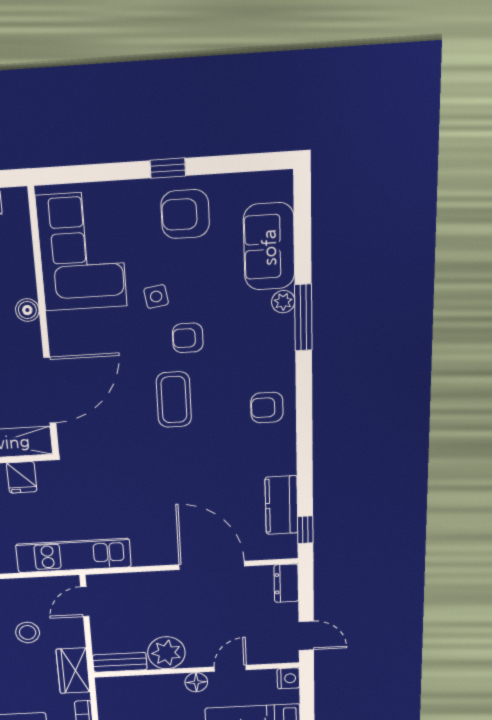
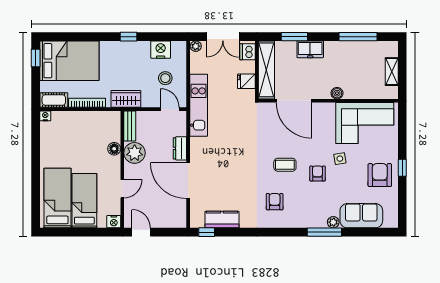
coffee table: (174, 400) -> (285, 165), width x0.73, depth x0.77
armchair: (267, 407) -> (275, 202), moved
door: (212, 565) -> (188, 181), swing flipped
dresser: (286, 583) -> (180, 148), moved, turned -90
stool: (28, 632) -> (165, 78), moved
door: (306, 636) -> (141, 232), swing flipped
door: (230, 668) -> (122, 189), hinge flipped
floor lamp: (196, 682) -> (114, 149), moved

